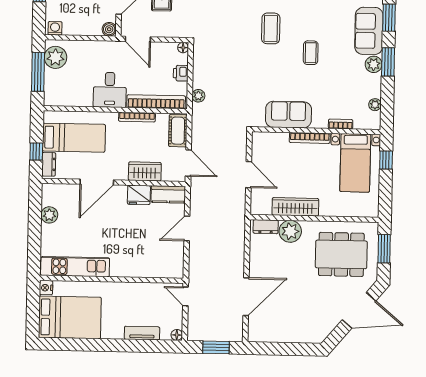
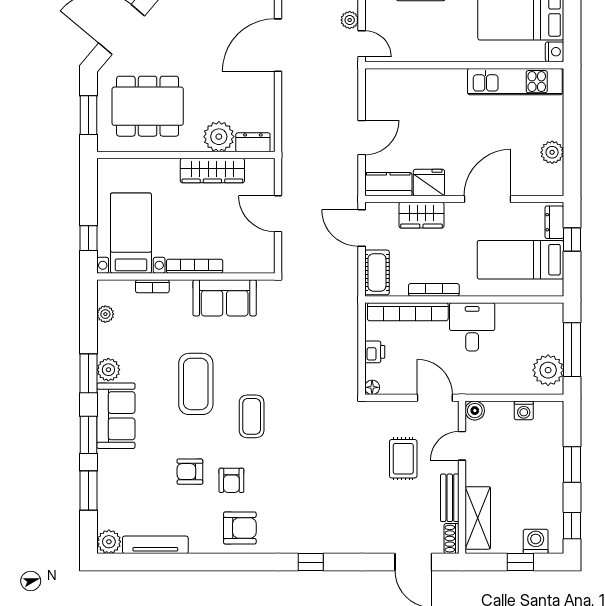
washing machine: (55, 28) -> (524, 410), moved
coffee table: (311, 53) -> (196, 384), width x1.86, depth x1.72
plant: (198, 96) -> (350, 20), moved

